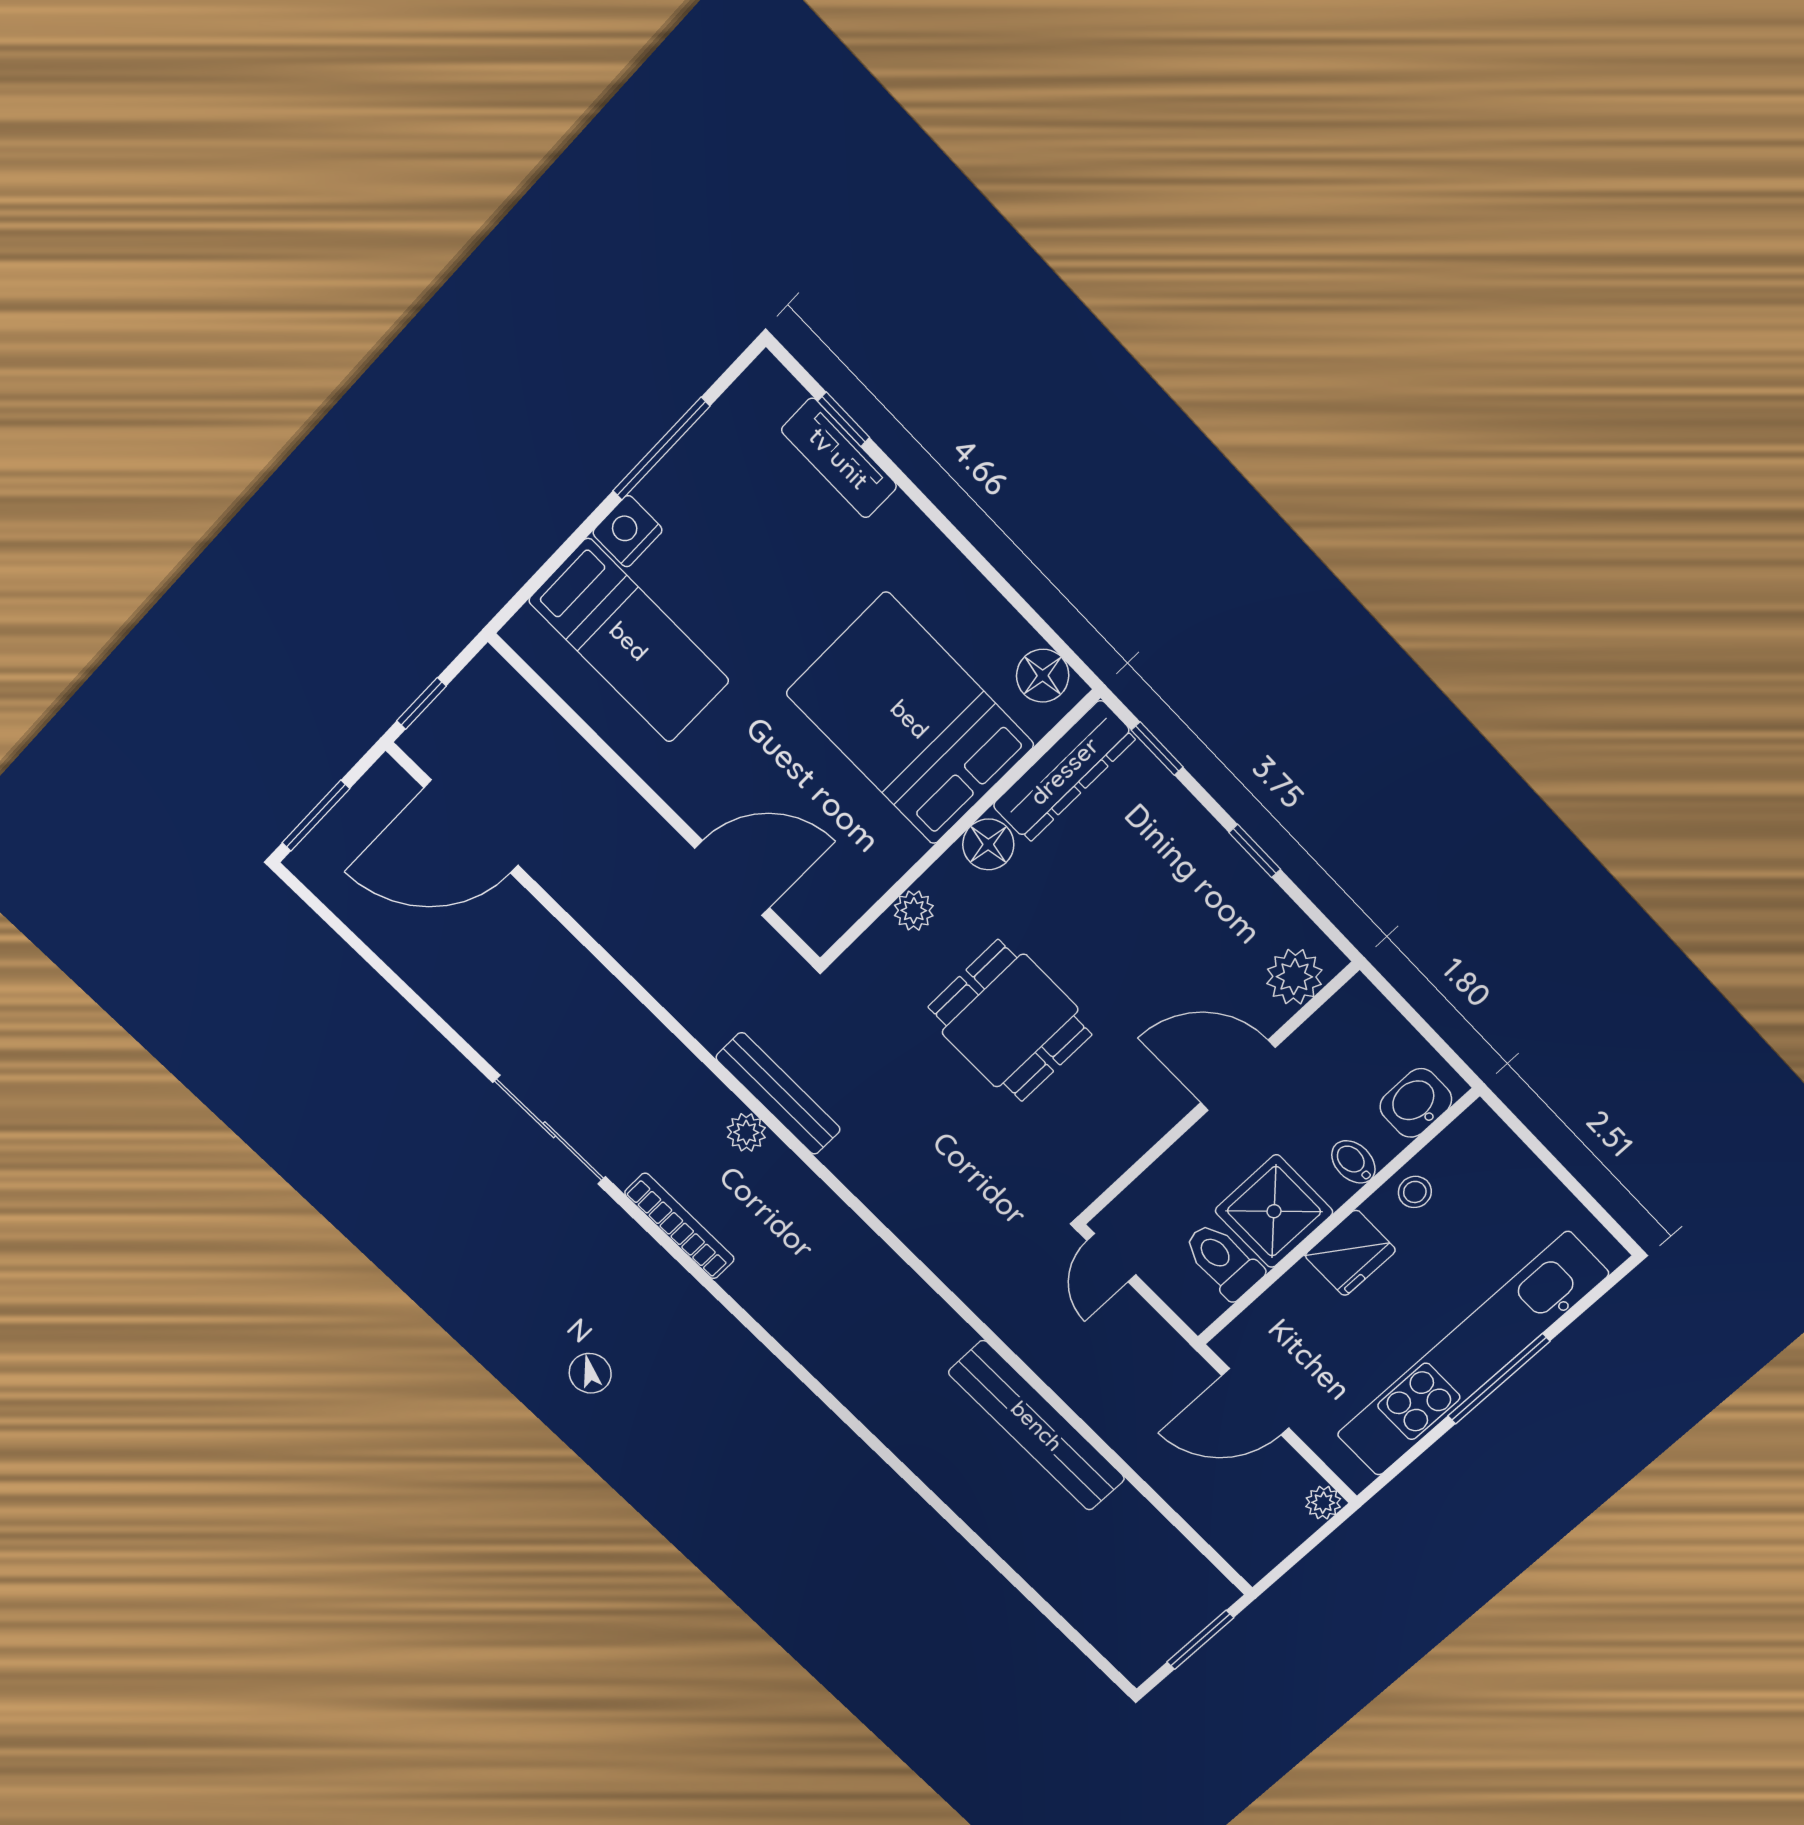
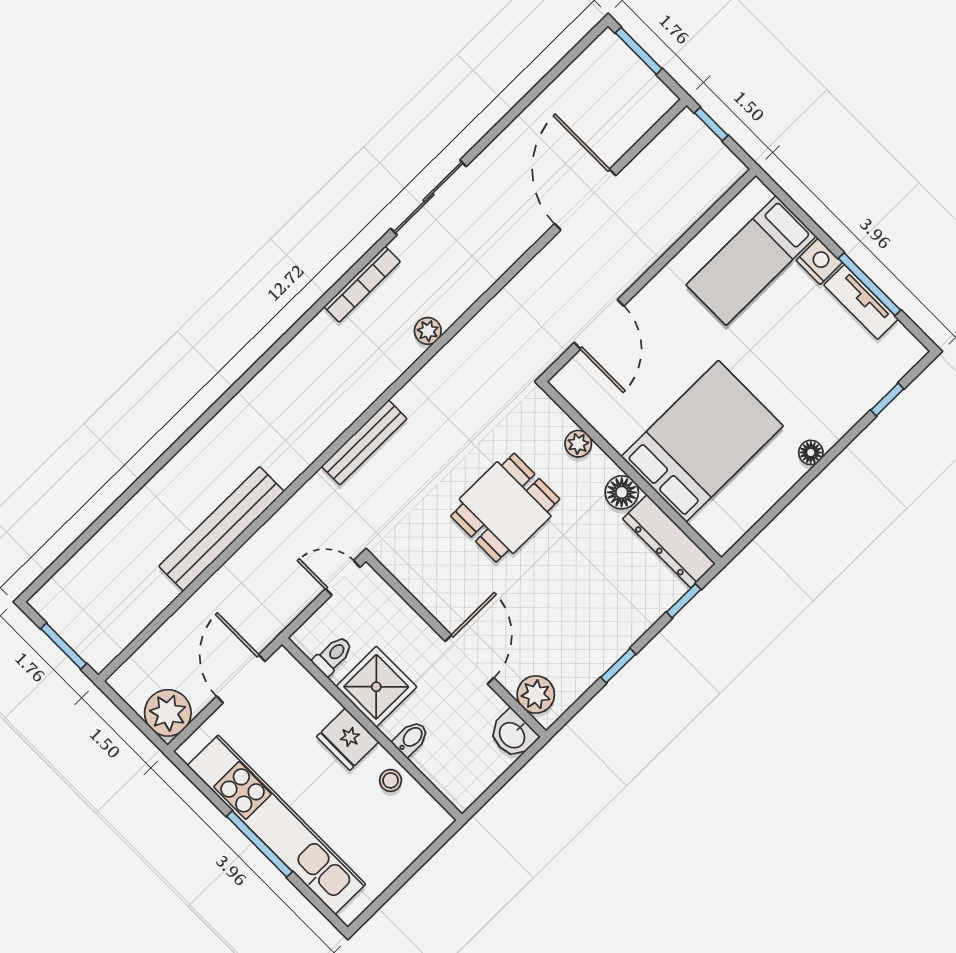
tv unit: (839, 458) -> (861, 302), moved, turned -90
floor lamp: (1043, 676) -> (811, 452), moved, width x0.73, depth x0.73
door: (471, 827) -> (585, 199), moved
bench: (778, 1094) -> (364, 442), moved
washbasin: (1416, 1103) -> (513, 734), moved, turned 180
toilet: (1223, 1260) -> (333, 656), width x0.73, depth x0.72
plant: (1323, 1503) -> (168, 713), width x1.88, depth x1.88

